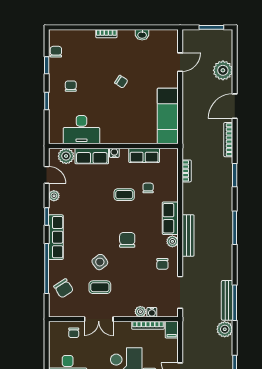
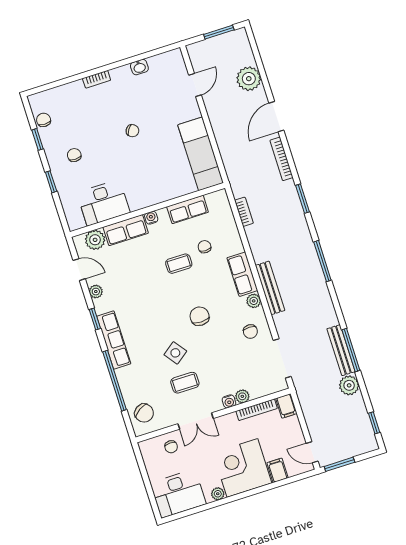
chair: (64, 288) -> (144, 413), moved
water cooler: (152, 312) -> (229, 401), moved

